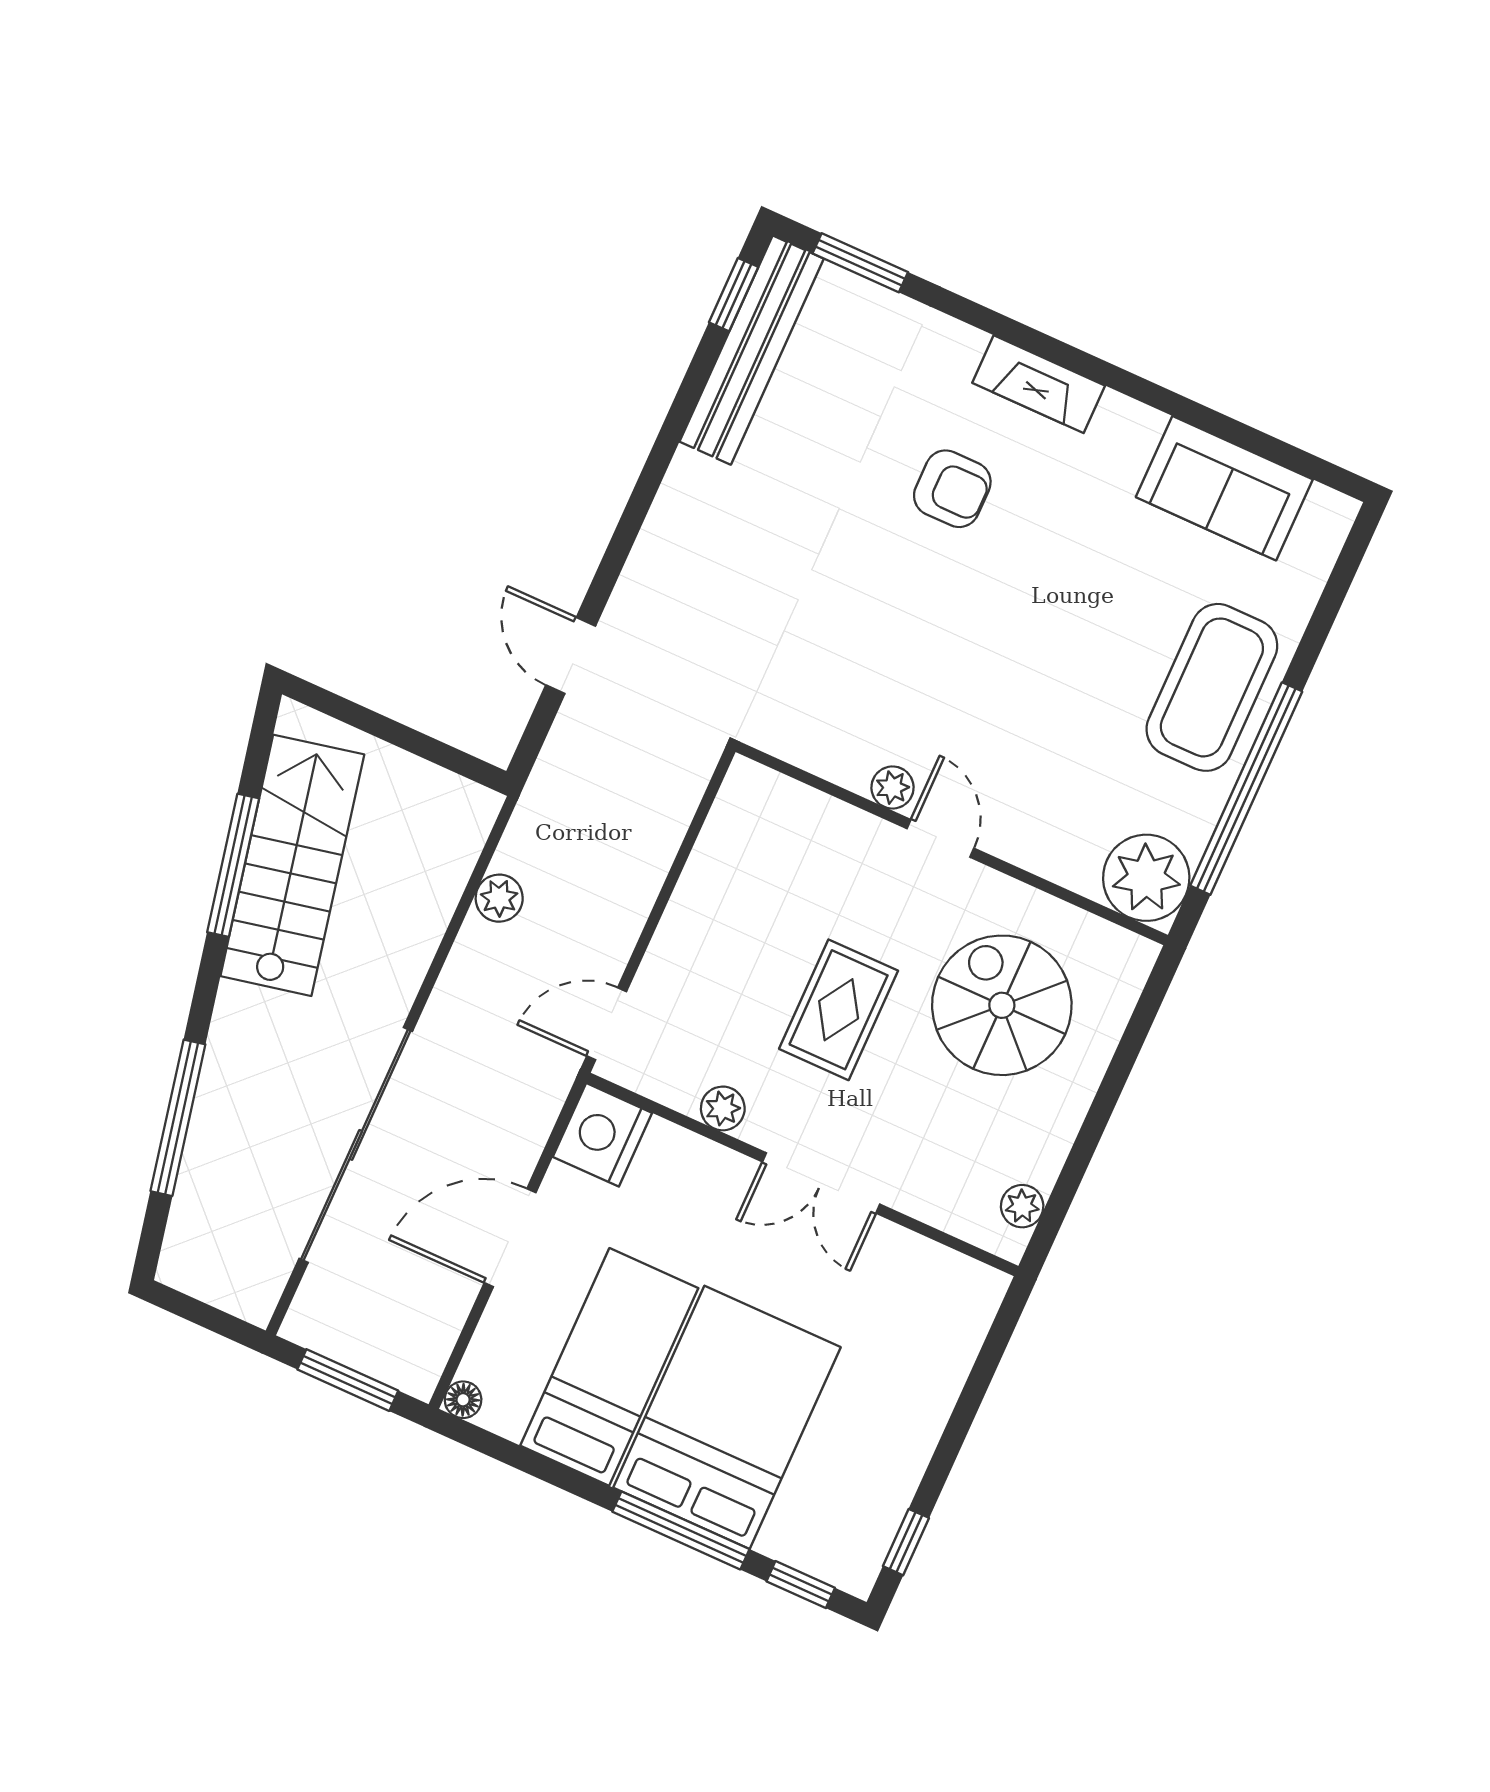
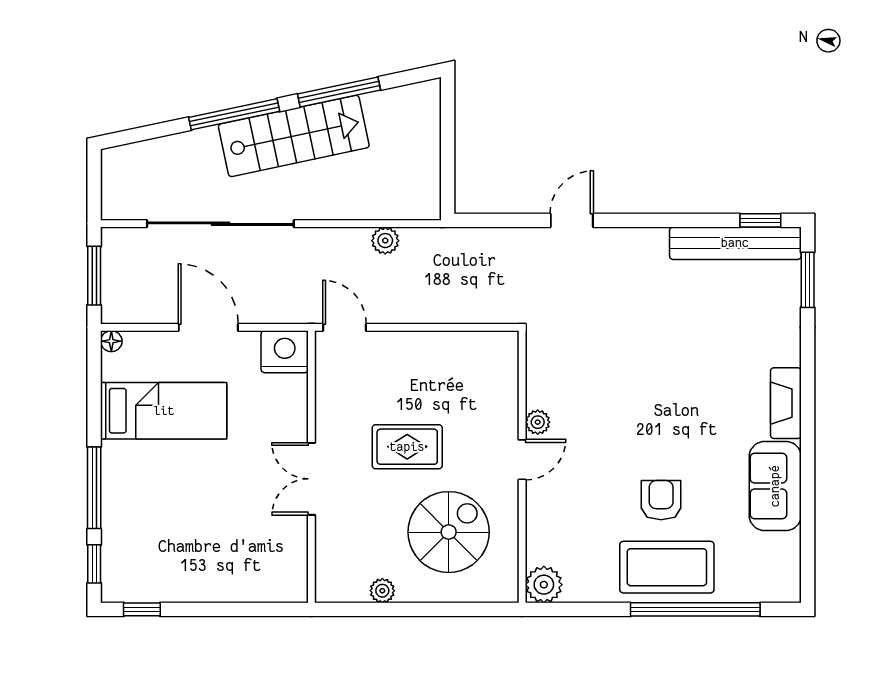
sofa: (1224, 488) -> (775, 486), moved
armchair: (952, 489) -> (661, 500), moved, turned 180
door: (571, 655) -> (572, 220), moved
window: (1246, 789) -> (695, 609), moved
stairs: (292, 865) -> (294, 136), moved
plant: (1146, 878) -> (544, 585), width x0.73, depth x0.73
plant: (723, 1108) -> (327, 409), removed
window: (178, 1118) -> (234, 114), moved
plant: (1022, 1206) -> (382, 591), moved
bed: (727, 1417) -> (165, 485), removed

